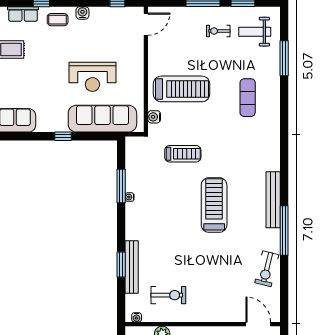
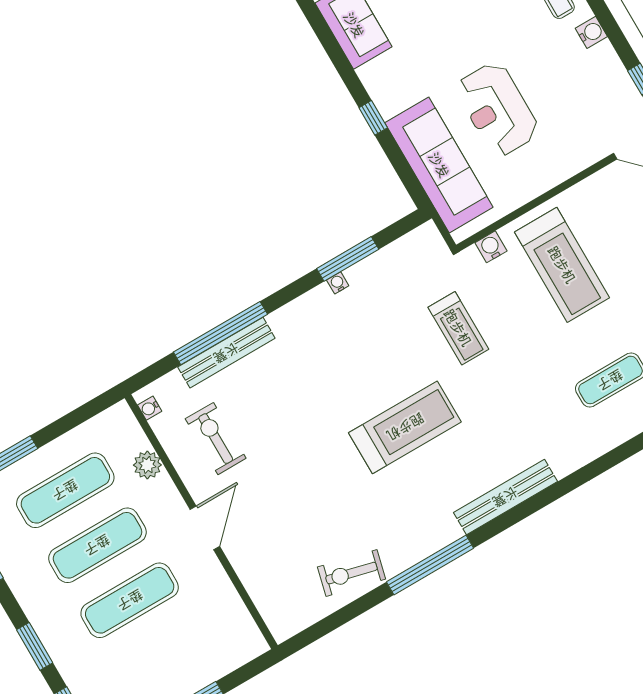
bench: (273, 200) -> (505, 497), moved
window: (121, 265) -> (220, 333), width x2.11
exercise bike: (168, 295) -> (216, 439), turned 180
door: (258, 324) -> (205, 528), moved

